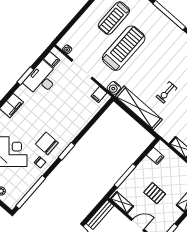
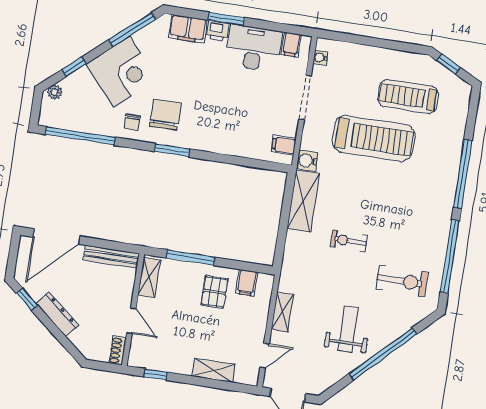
window: (25, 76) -> (226, 19), moved
printer: (22, 92) -> (218, 31), added
shelving: (139, 108) -> (303, 201), width x0.68
pallet: (155, 193) -> (215, 292), moved

